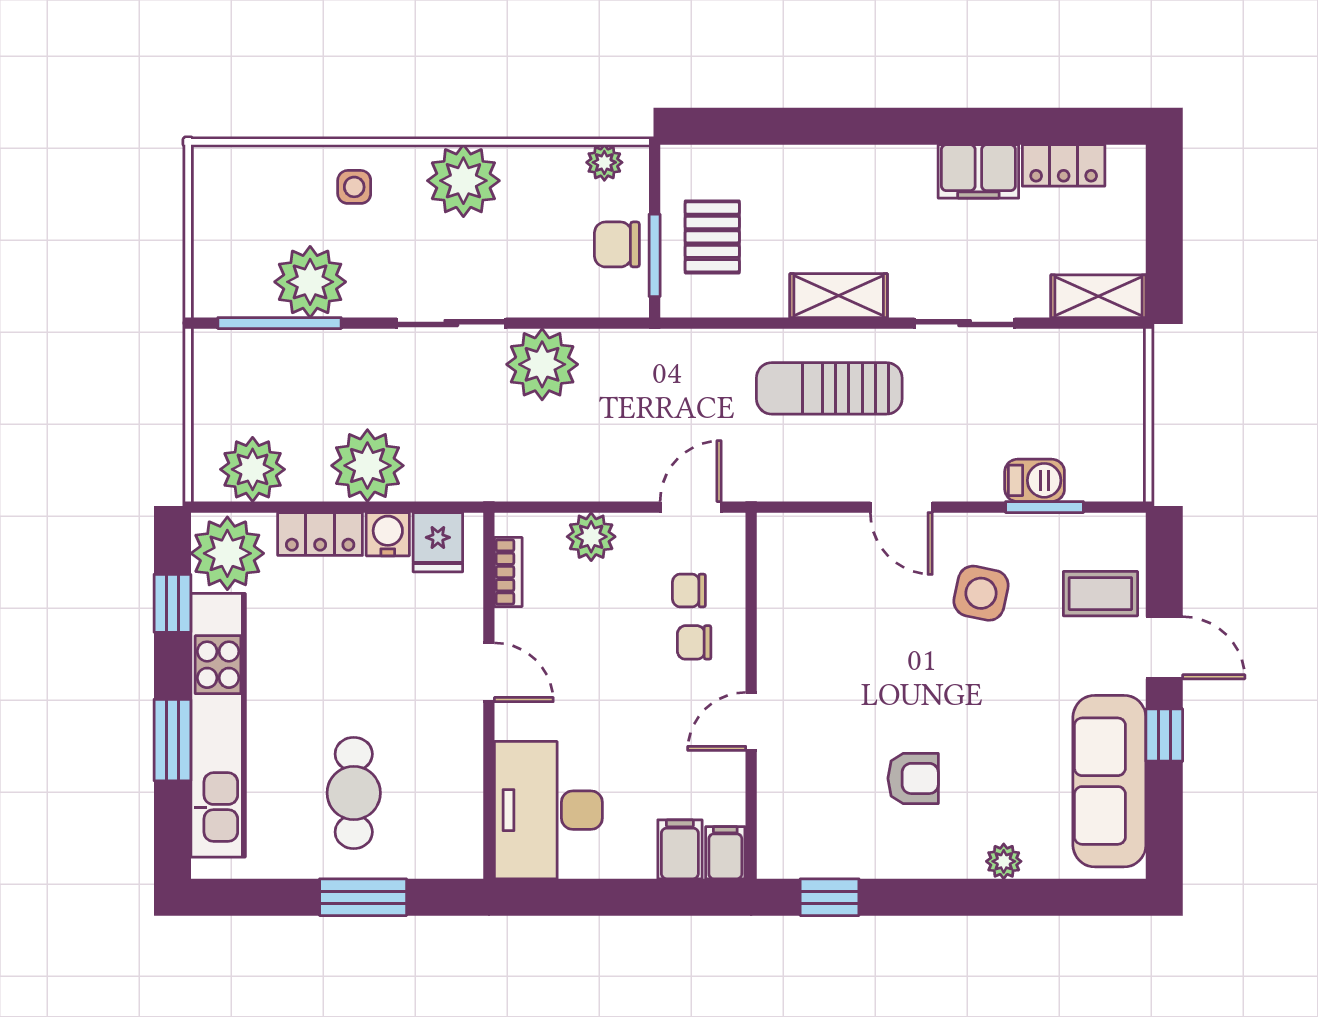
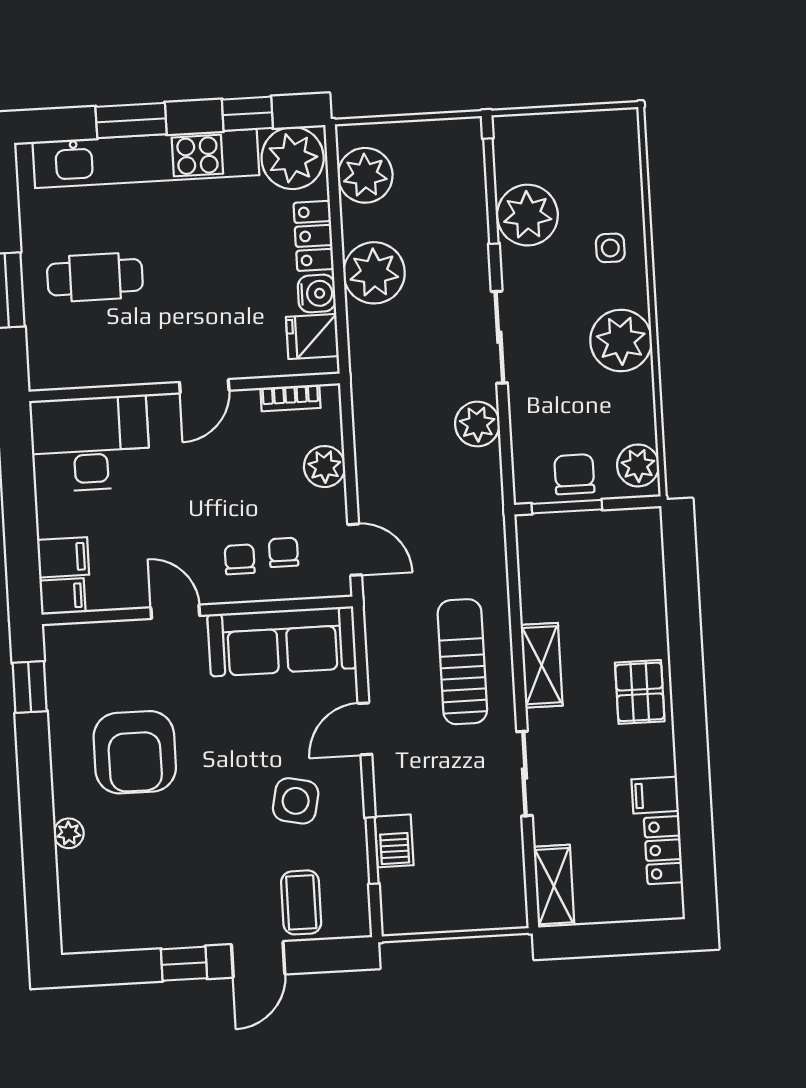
plant: (604, 162) -> (638, 465), width x1.38, depth x1.38
filing cabinet: (978, 171) -> (655, 795), width x0.50
pallet: (712, 237) -> (640, 692), moved, turned 90
plant: (542, 364) -> (477, 424), width x0.73, depth x0.73
armchair: (913, 778) -> (135, 752), width x1.88, depth x1.88
sofa: (1109, 781) -> (282, 641), moved, turned 180

